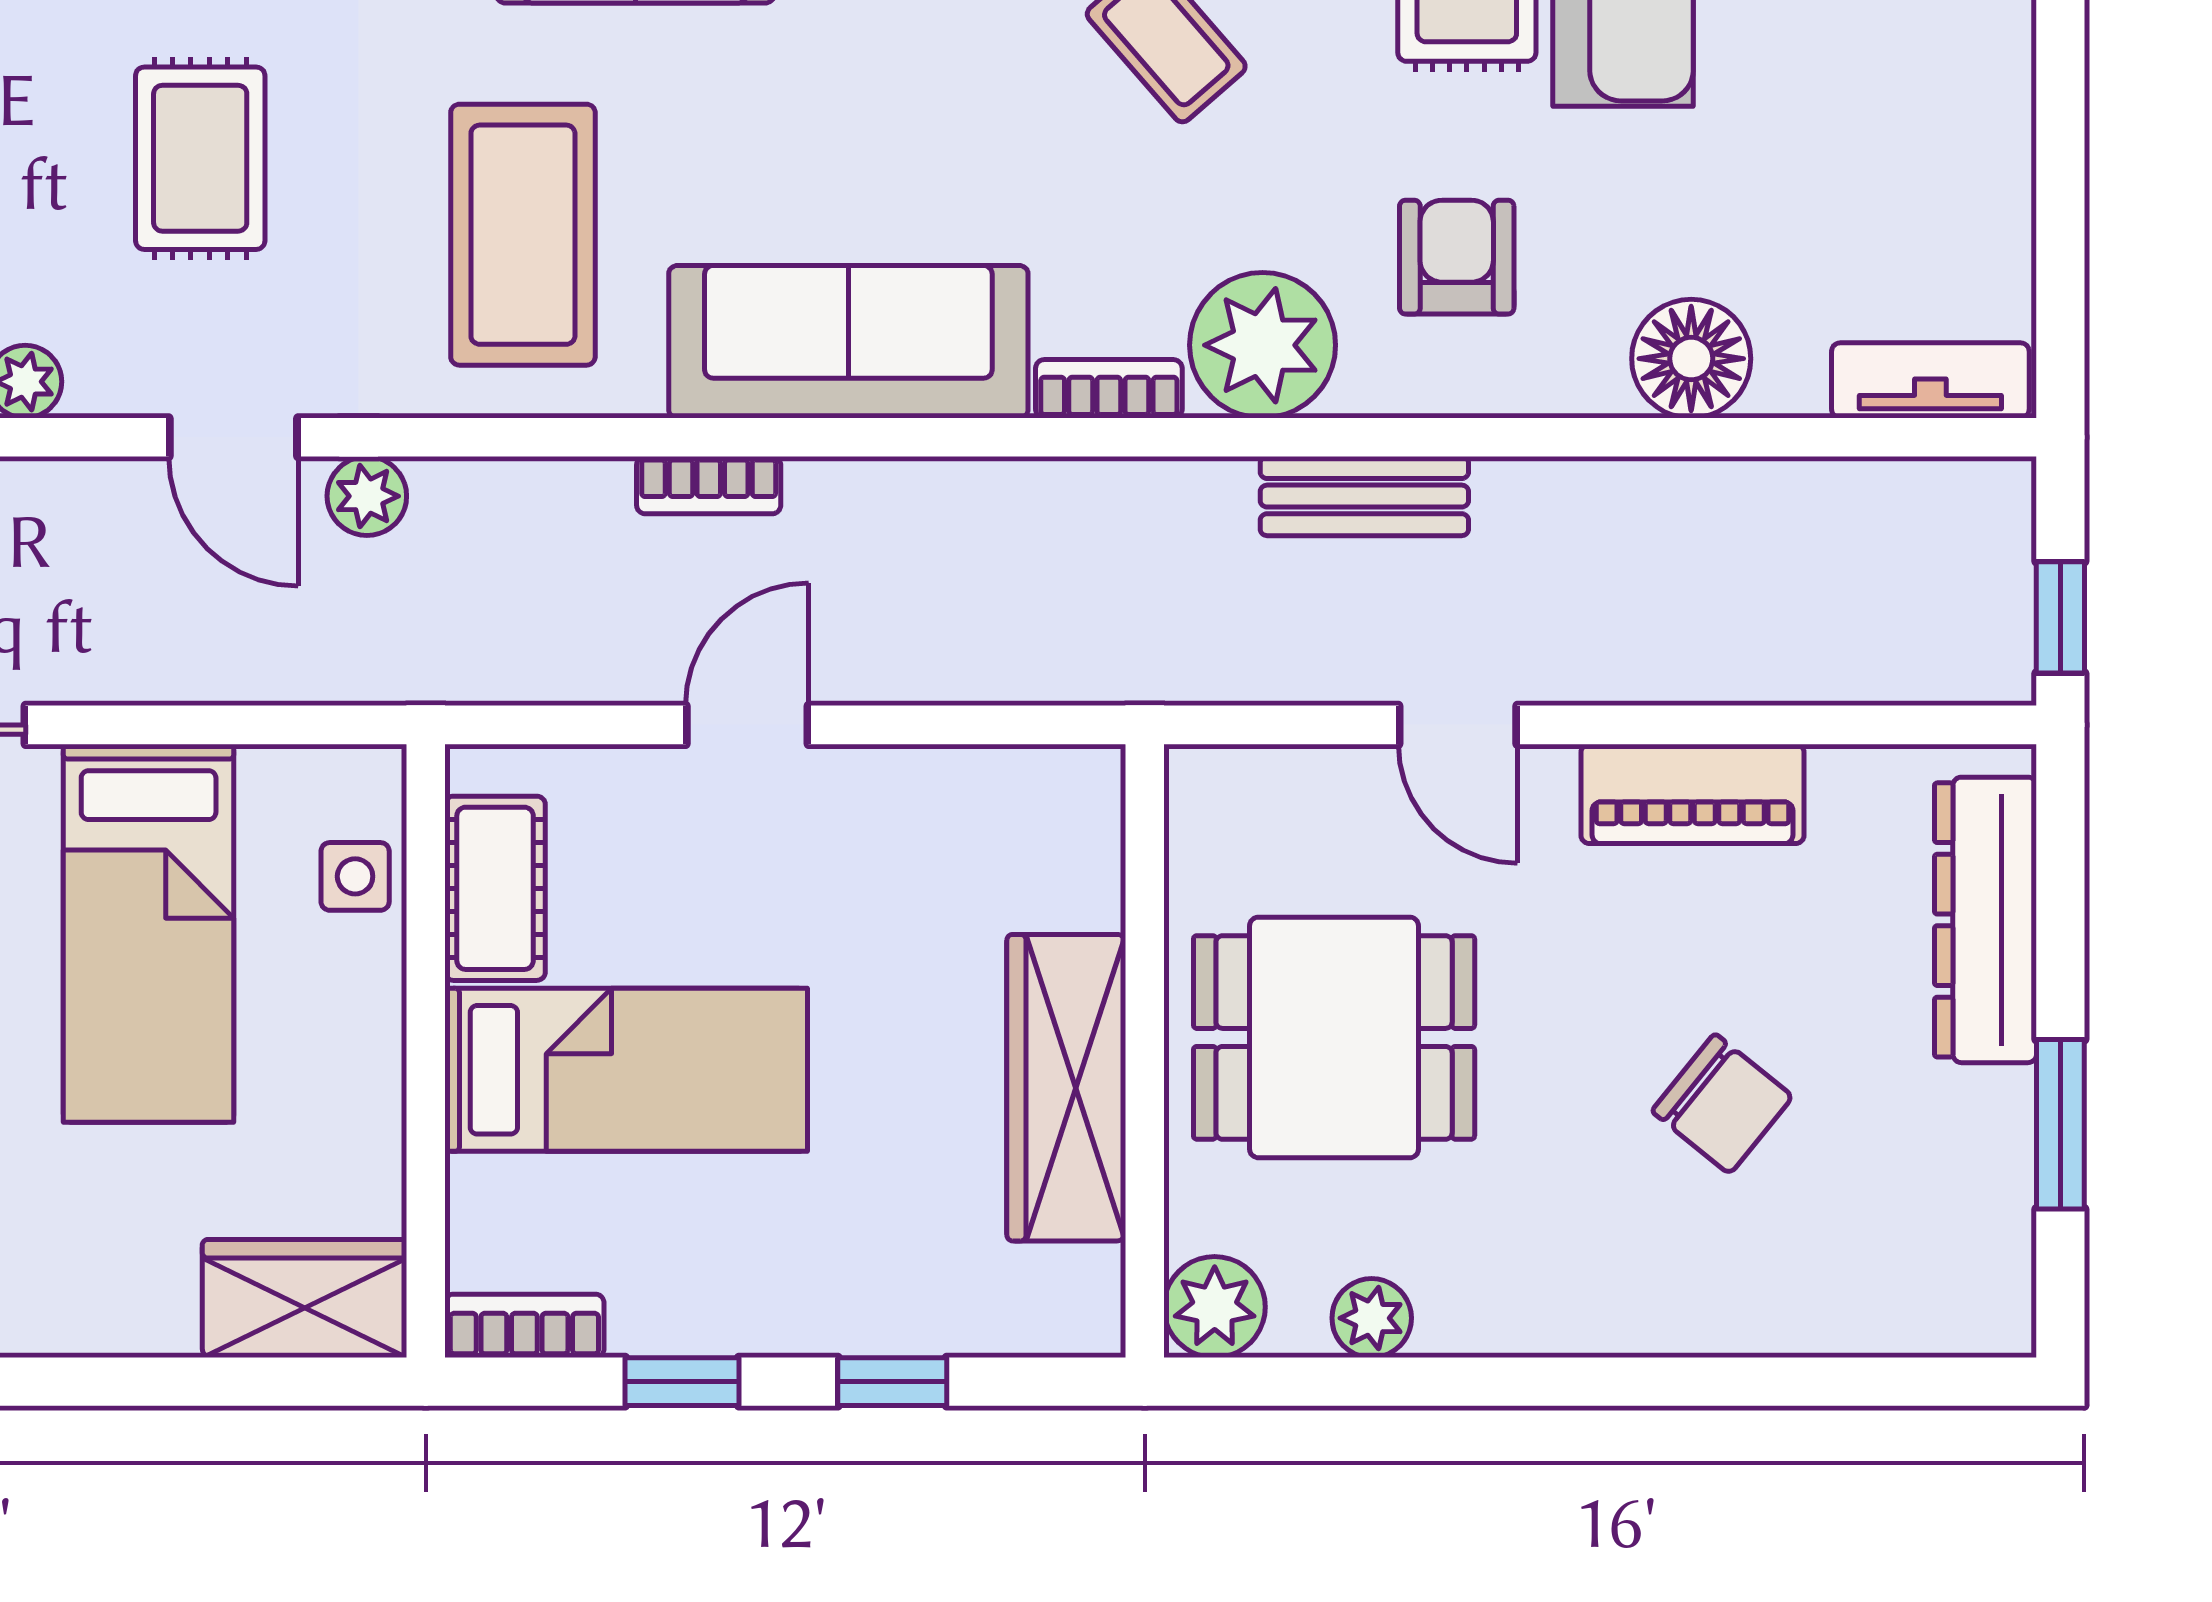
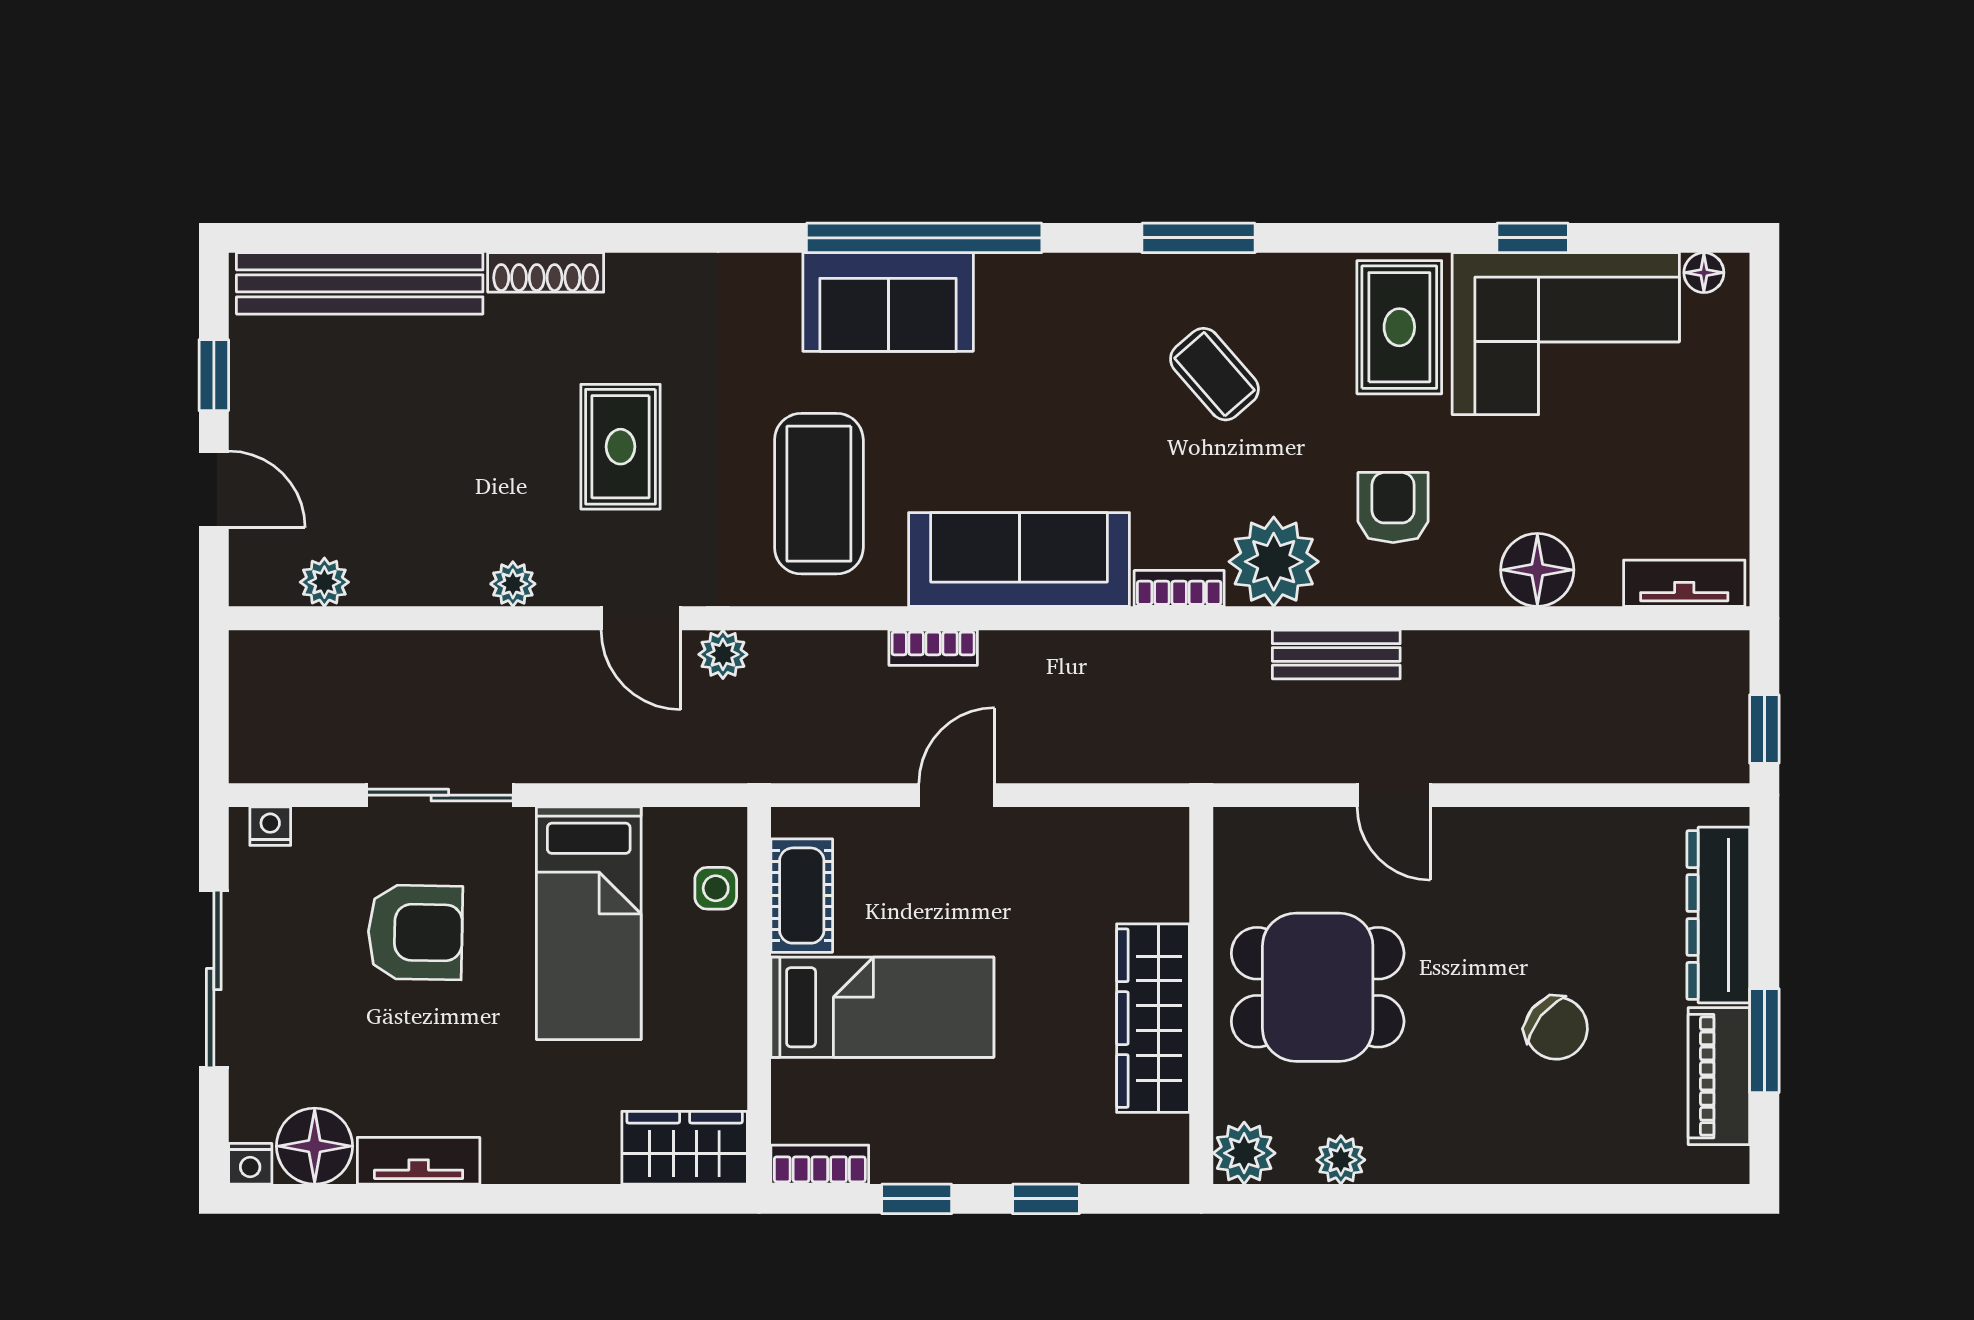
piano: (1692, 794) -> (1719, 1076), moved, turned 90

